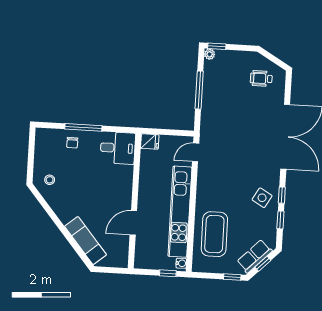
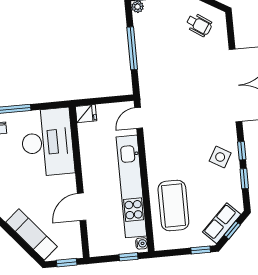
wheelchair: (261, 78) -> (199, 25), turned -146
desk: (118, 148) -> (47, 142), width x1.87, depth x1.30
window: (113, 270) -> (67, 263), added

